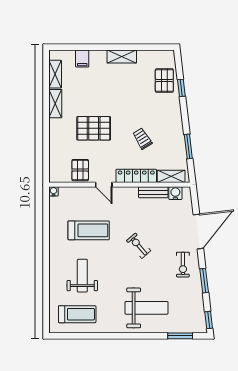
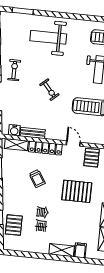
shelving: (122, 56) -> (62, 250), moved

